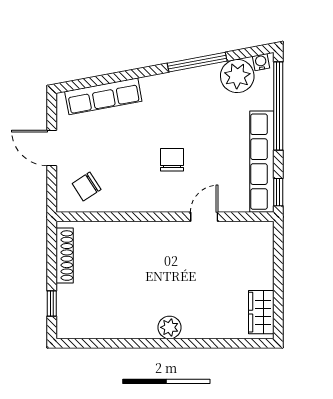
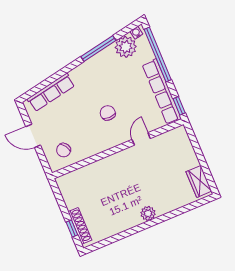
shoe rack: (65, 256) -> (80, 226), moved

